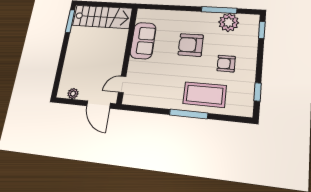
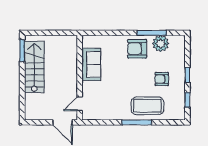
stairs: (102, 17) -> (34, 67), moved, turned -90
window: (262, 30) -> (187, 75), moved
armchair: (191, 45) -> (137, 49), moved
plant: (73, 94) -> (39, 115), removed

